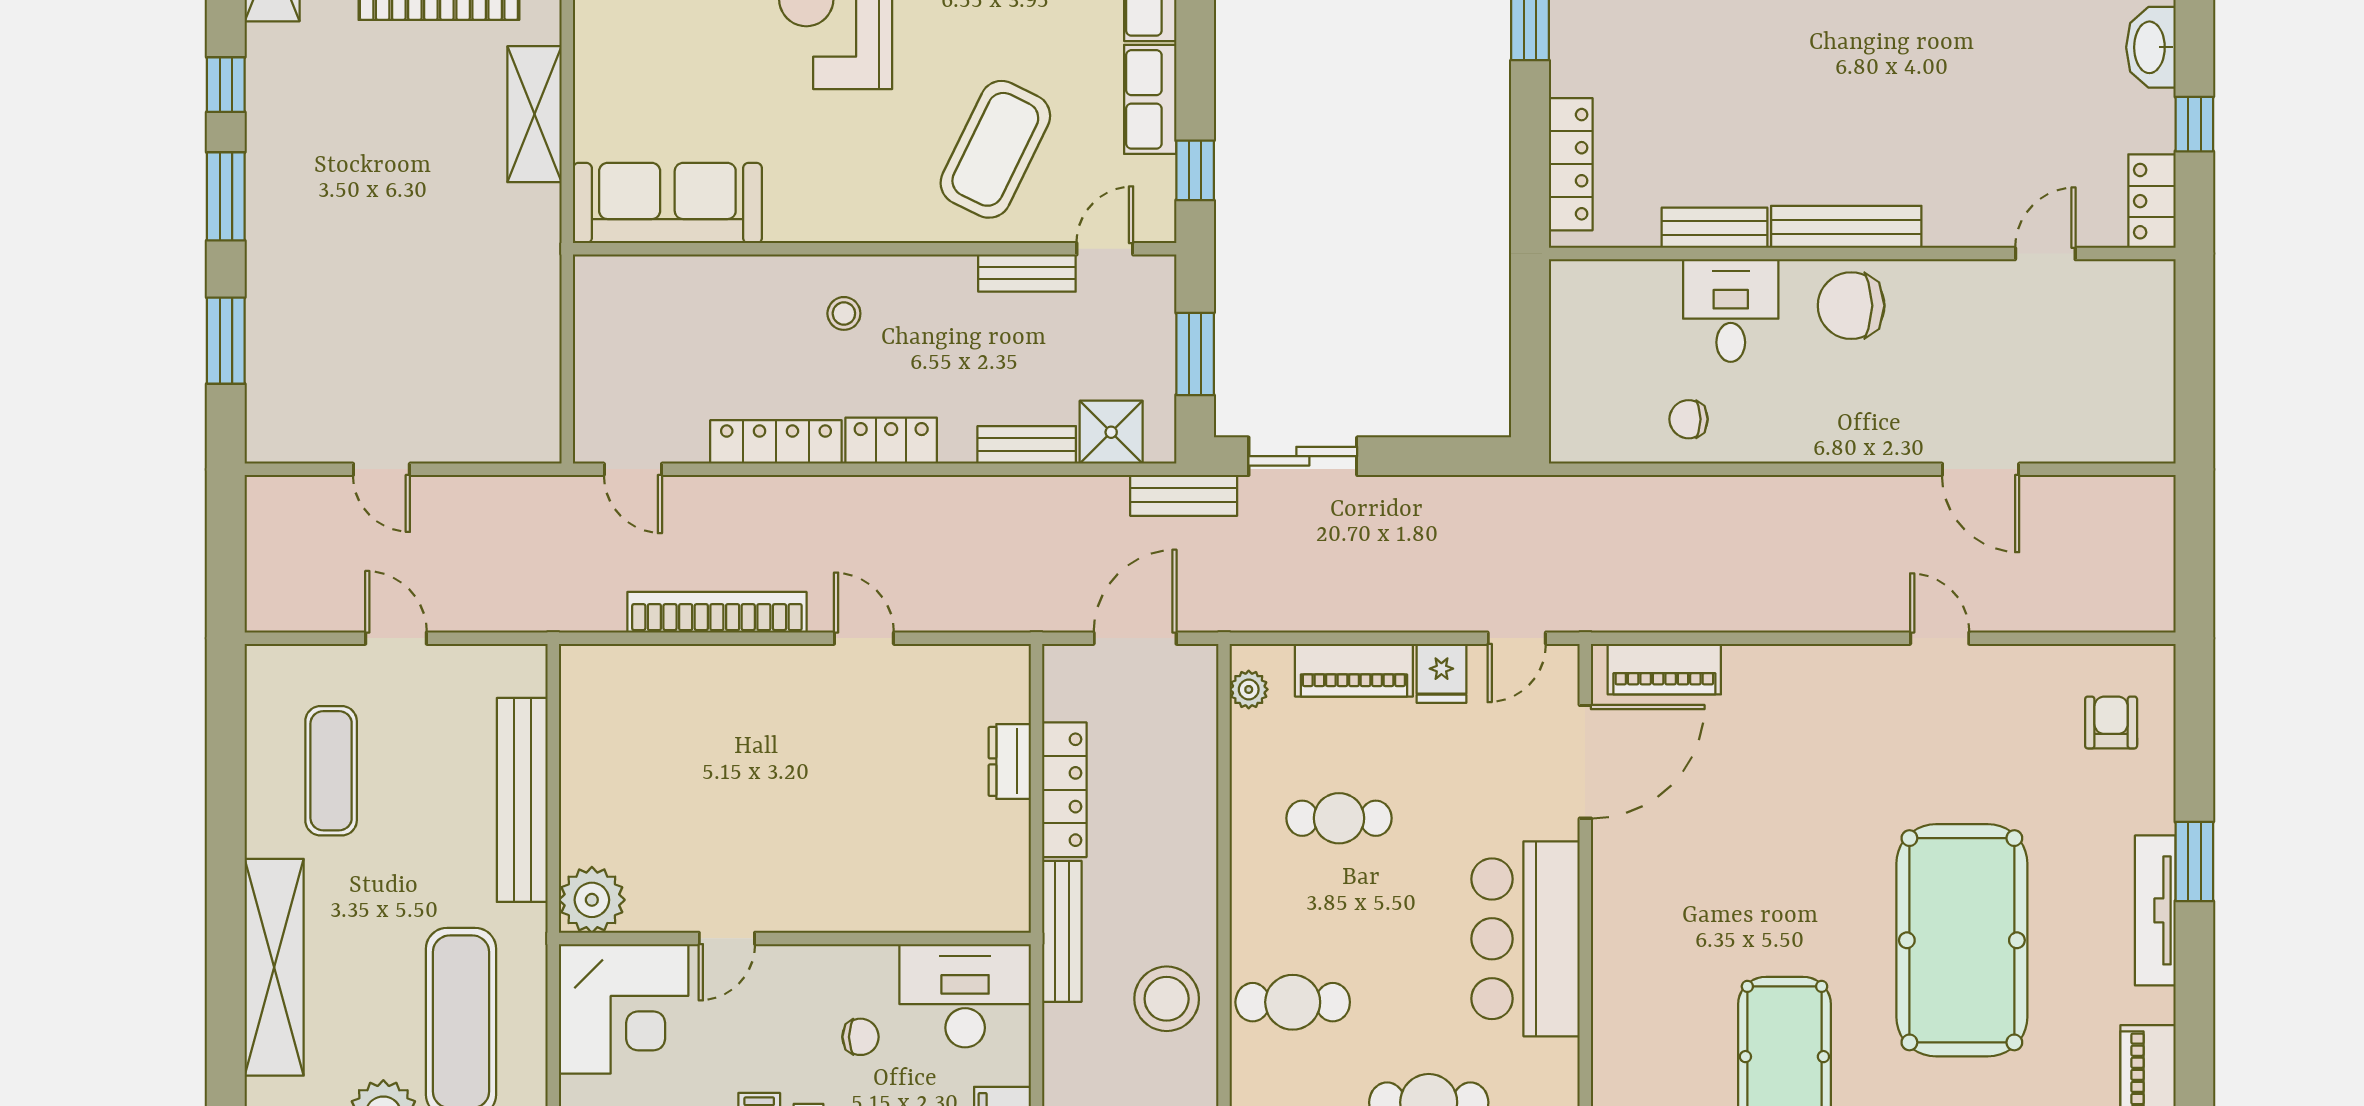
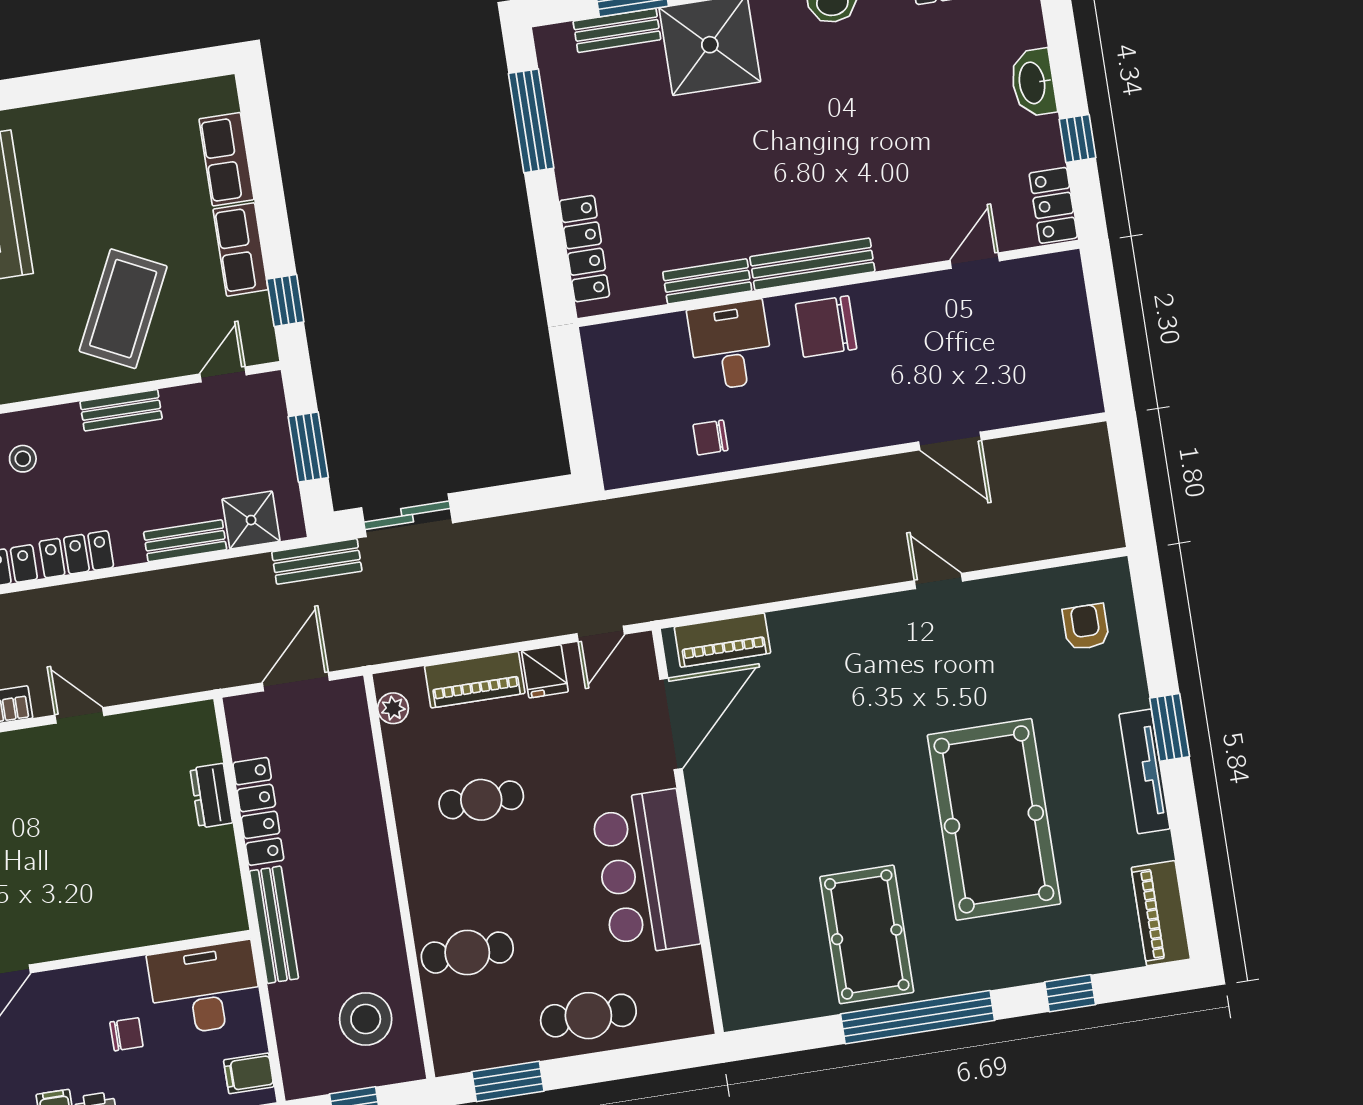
bench: (1027, 273) -> (121, 410), moved
stool: (1167, 999) -> (366, 1019), moved

